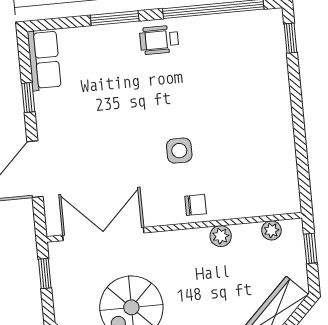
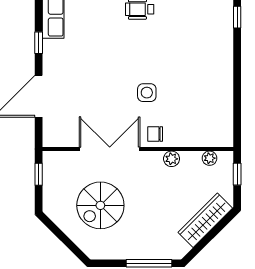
chair: (196, 205) -> (155, 134), turned 180
double door: (103, 234) -> (110, 149), moved

